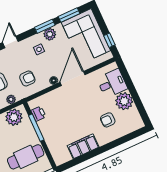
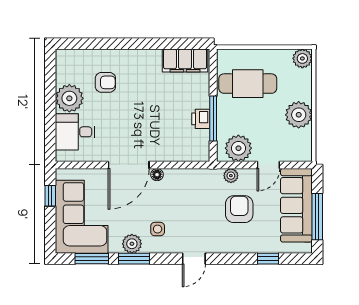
armchair: (27, 78) -> (194, 195), removed
printer: (38, 114) -> (201, 119), moved
filing cabinet: (83, 146) -> (185, 61), moved

